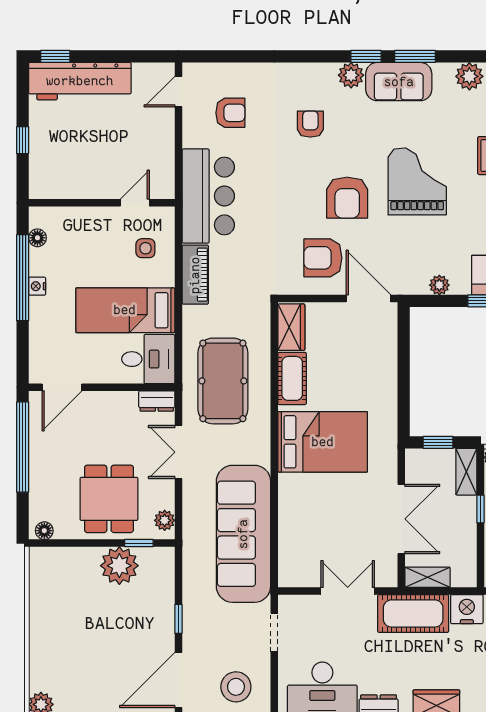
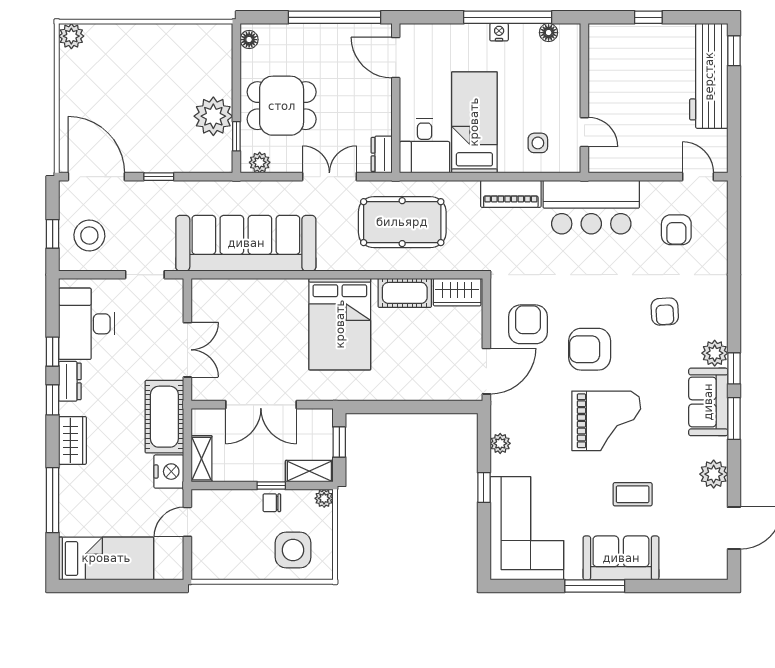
armchair: (310, 124) -> (665, 312), turned 87
shelving: (428, 577) -> (201, 459), moved

